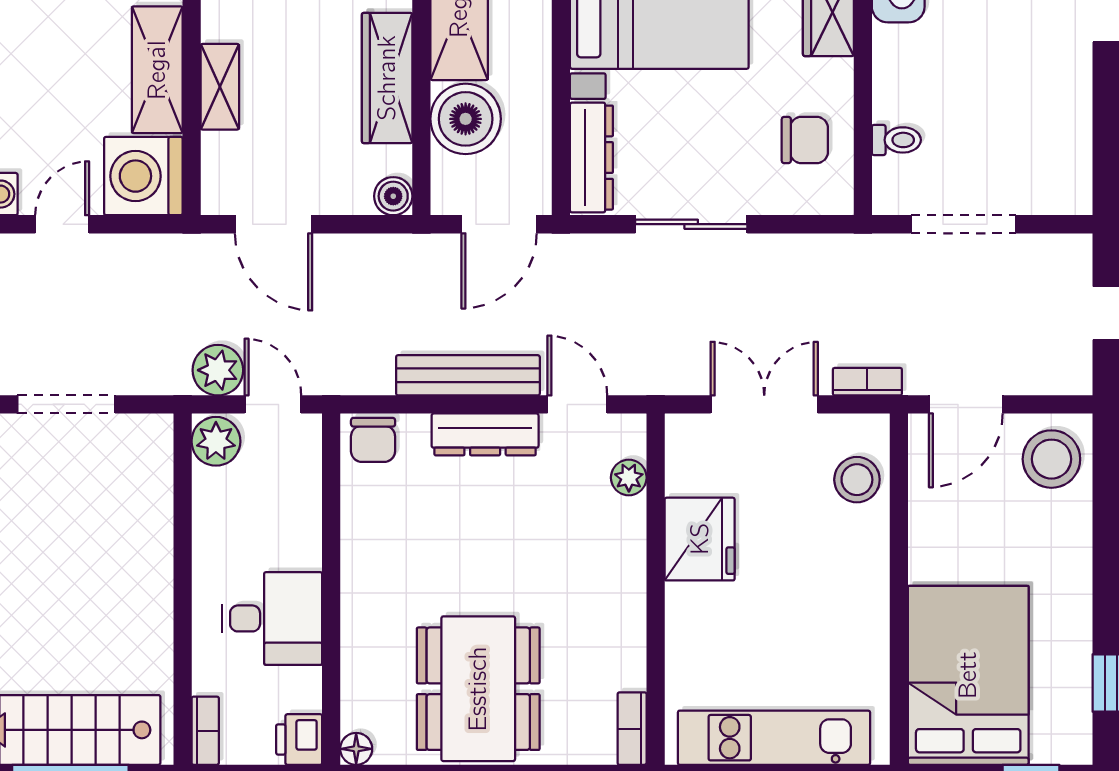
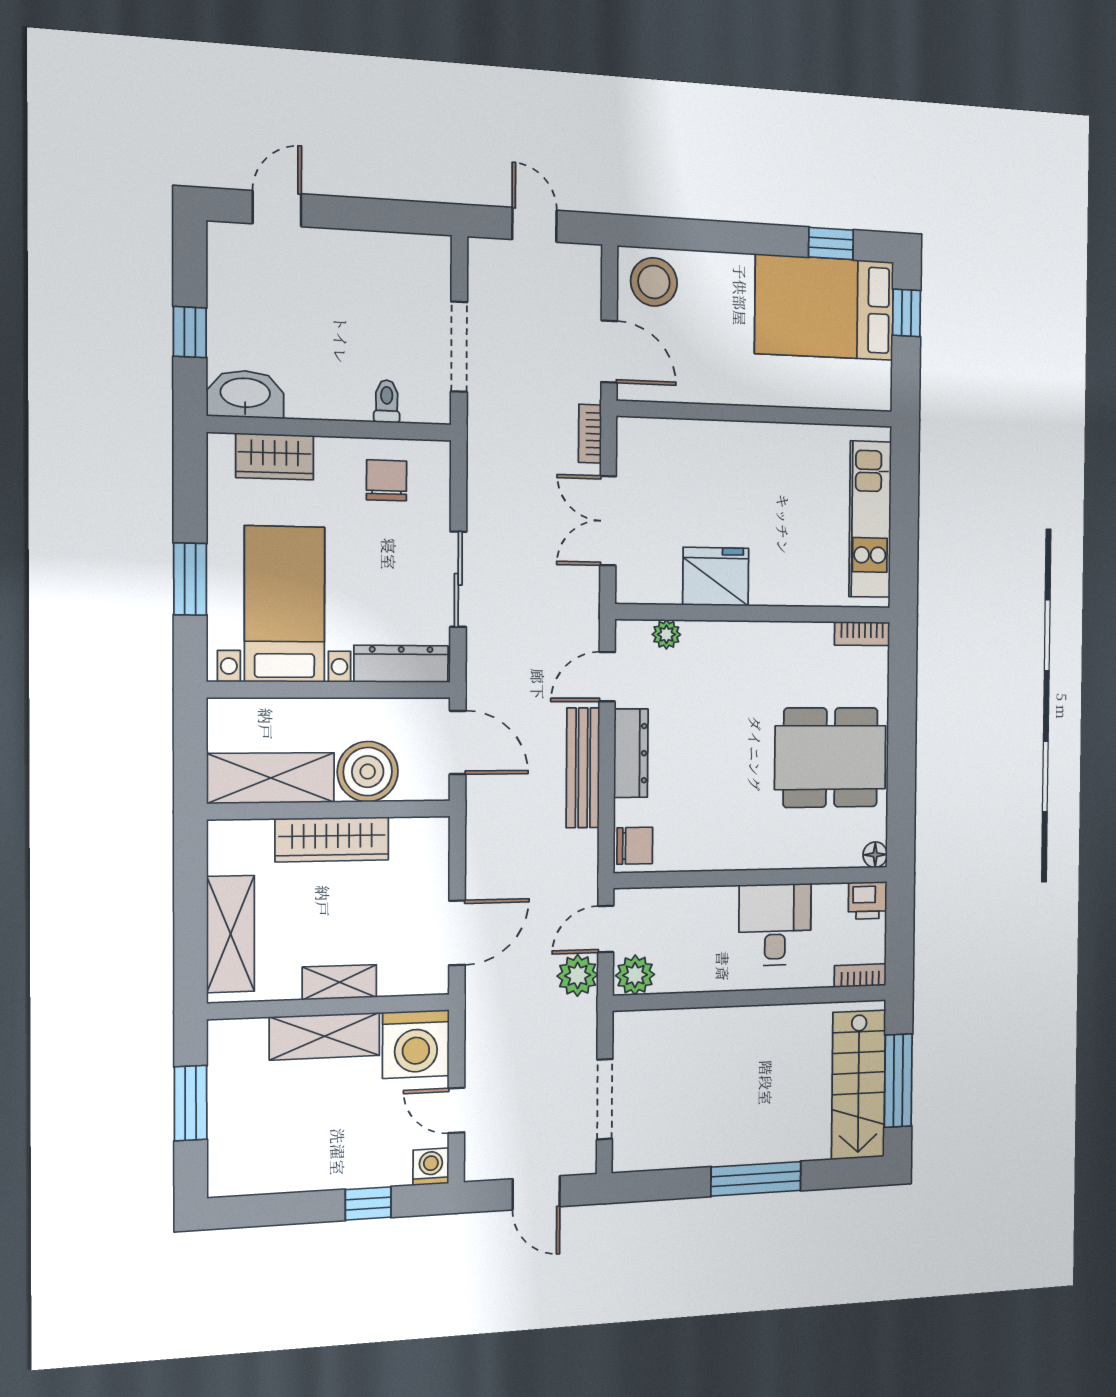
boiler: (393, 196) -> (434, 832), removed
stool: (857, 480) -> (669, 445), removed
bed: (968, 675) -> (825, 307), moved

